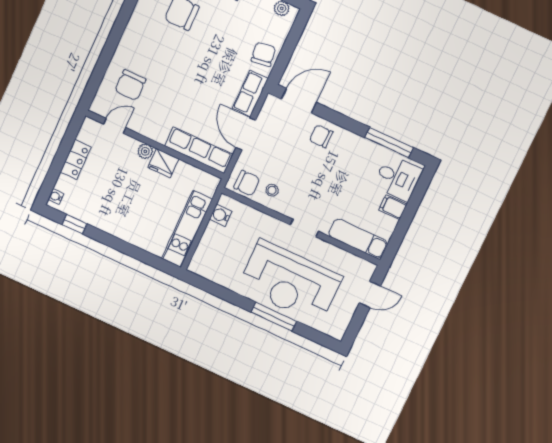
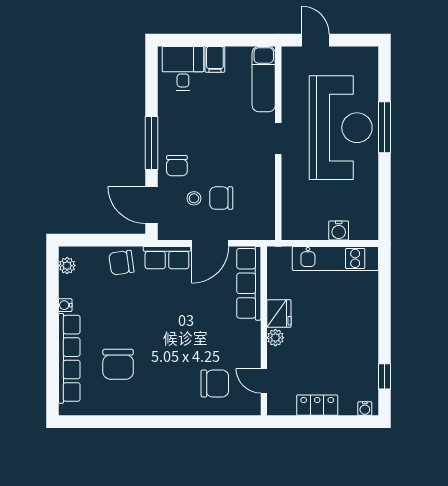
window: (389, 143) -> (151, 143), moved
chair: (247, 183) -> (221, 198), moved, turned -90
stool: (272, 190) -> (194, 198), moved
water cooler: (221, 215) -> (339, 230), moved

